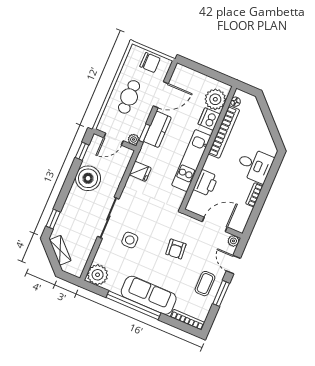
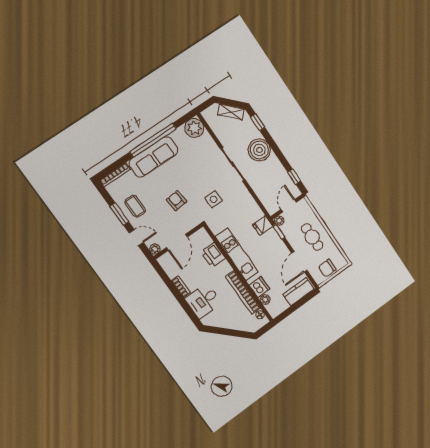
plant: (215, 99) -> (265, 300), width x0.53, depth x0.53
kitchen counter: (157, 129) -> (298, 292), moved, turned 90
fridge: (140, 171) -> (263, 225), moved
boiler: (88, 178) -> (259, 150), moved
side table: (130, 240) -> (214, 199), moved

